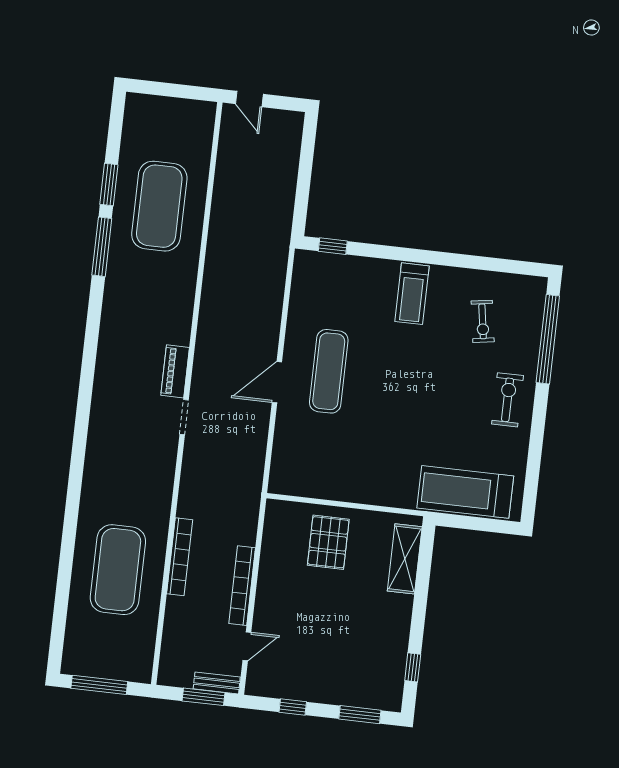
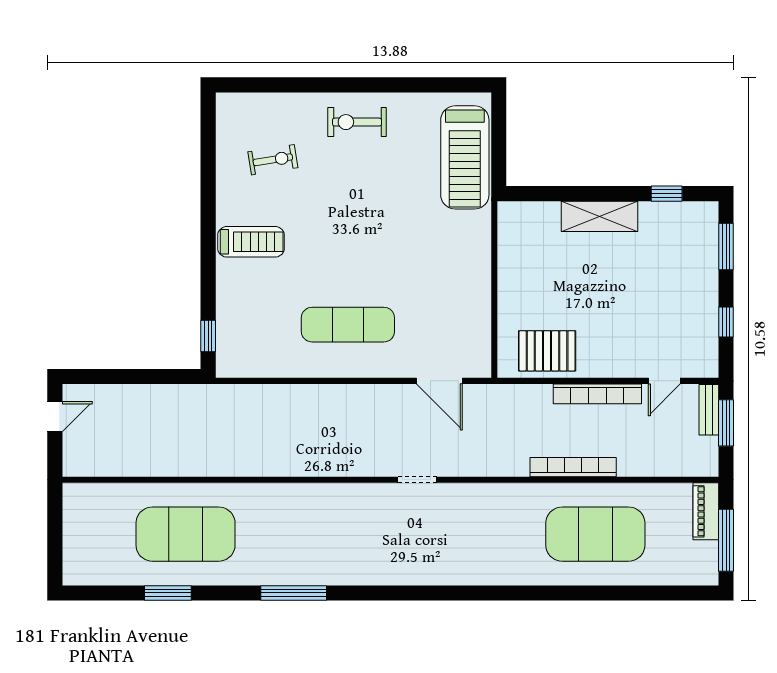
door: (249, 99) -> (55, 417), moved
window: (102, 247) -> (294, 593), moved
window: (548, 339) -> (284, 85), removed
piano: (175, 371) -> (706, 511), moved, turned 90
door: (277, 382) -> (439, 381), moved
pallet: (328, 542) -> (547, 351), moved
shelving: (405, 559) -> (599, 216), moved
door: (247, 646) -> (664, 381), swing flipped

